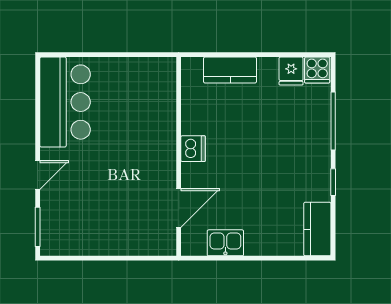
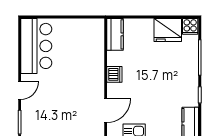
kitchen counter: (230, 70) -> (115, 34), moved, turned -90
fridge: (291, 71) -> (168, 30), width x1.88, depth x1.34

